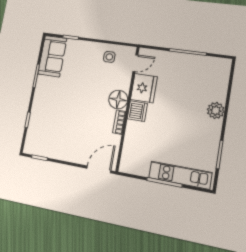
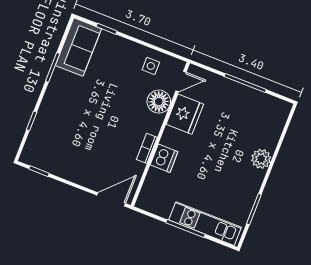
floor lamp: (118, 100) -> (159, 102), moved
dishwasher: (137, 111) -> (164, 158), moved

